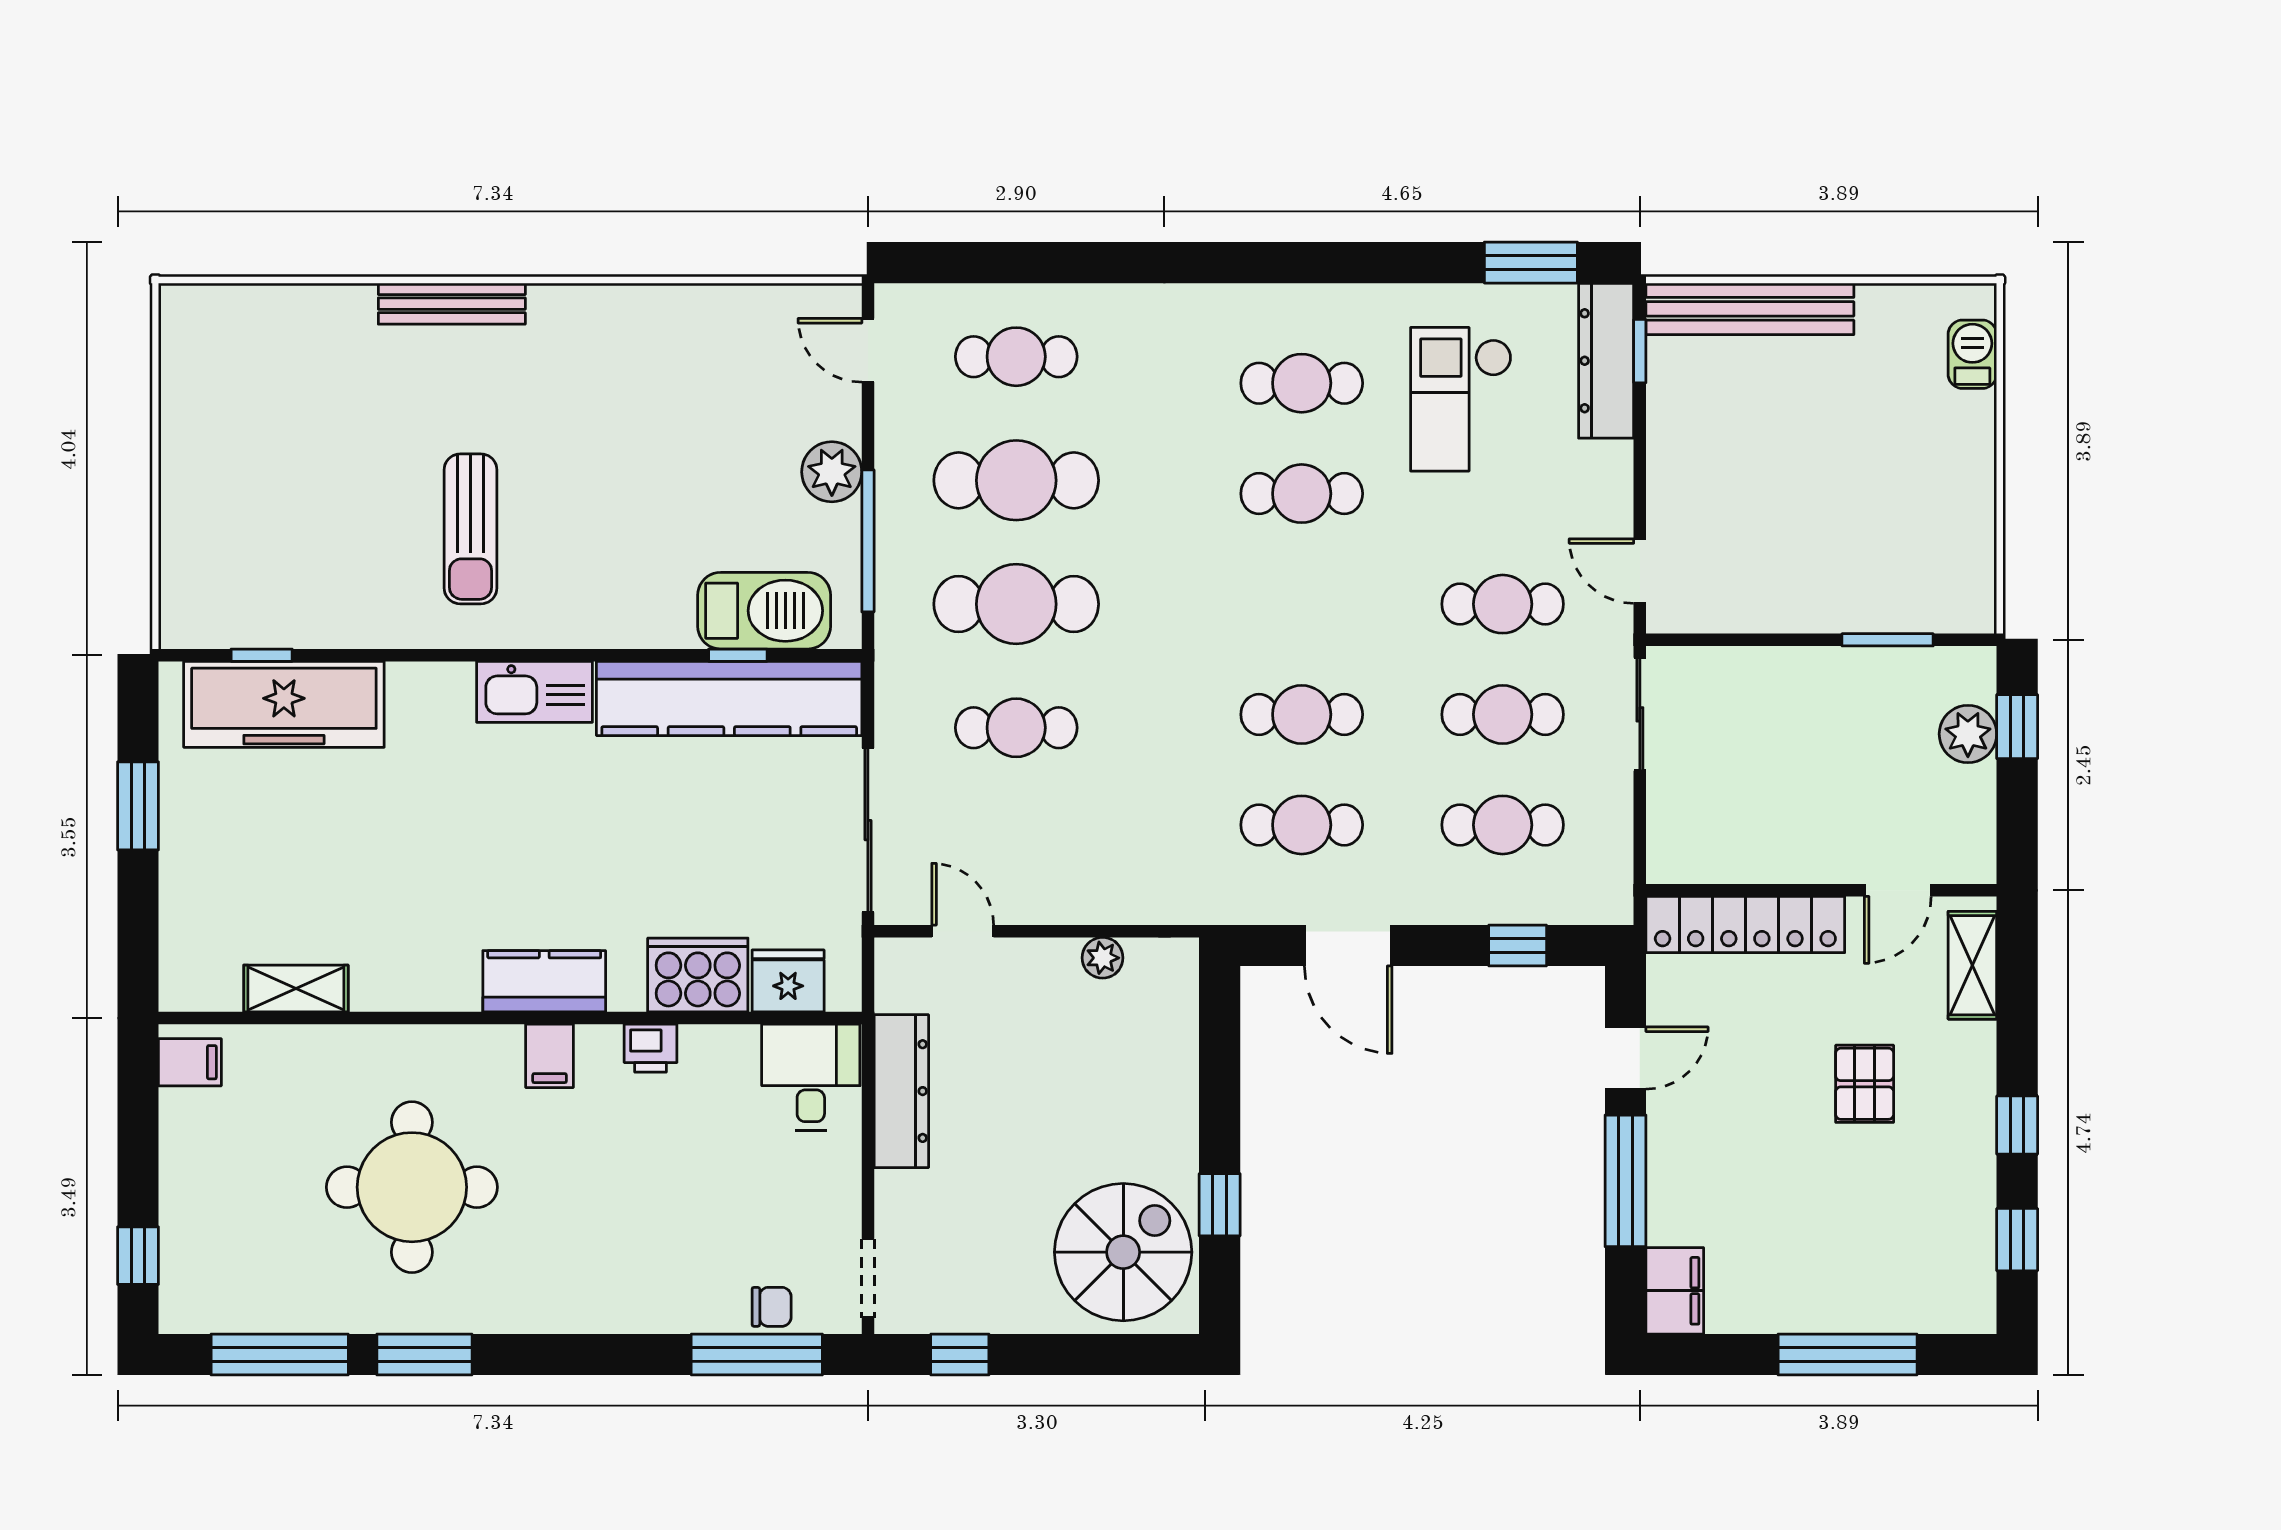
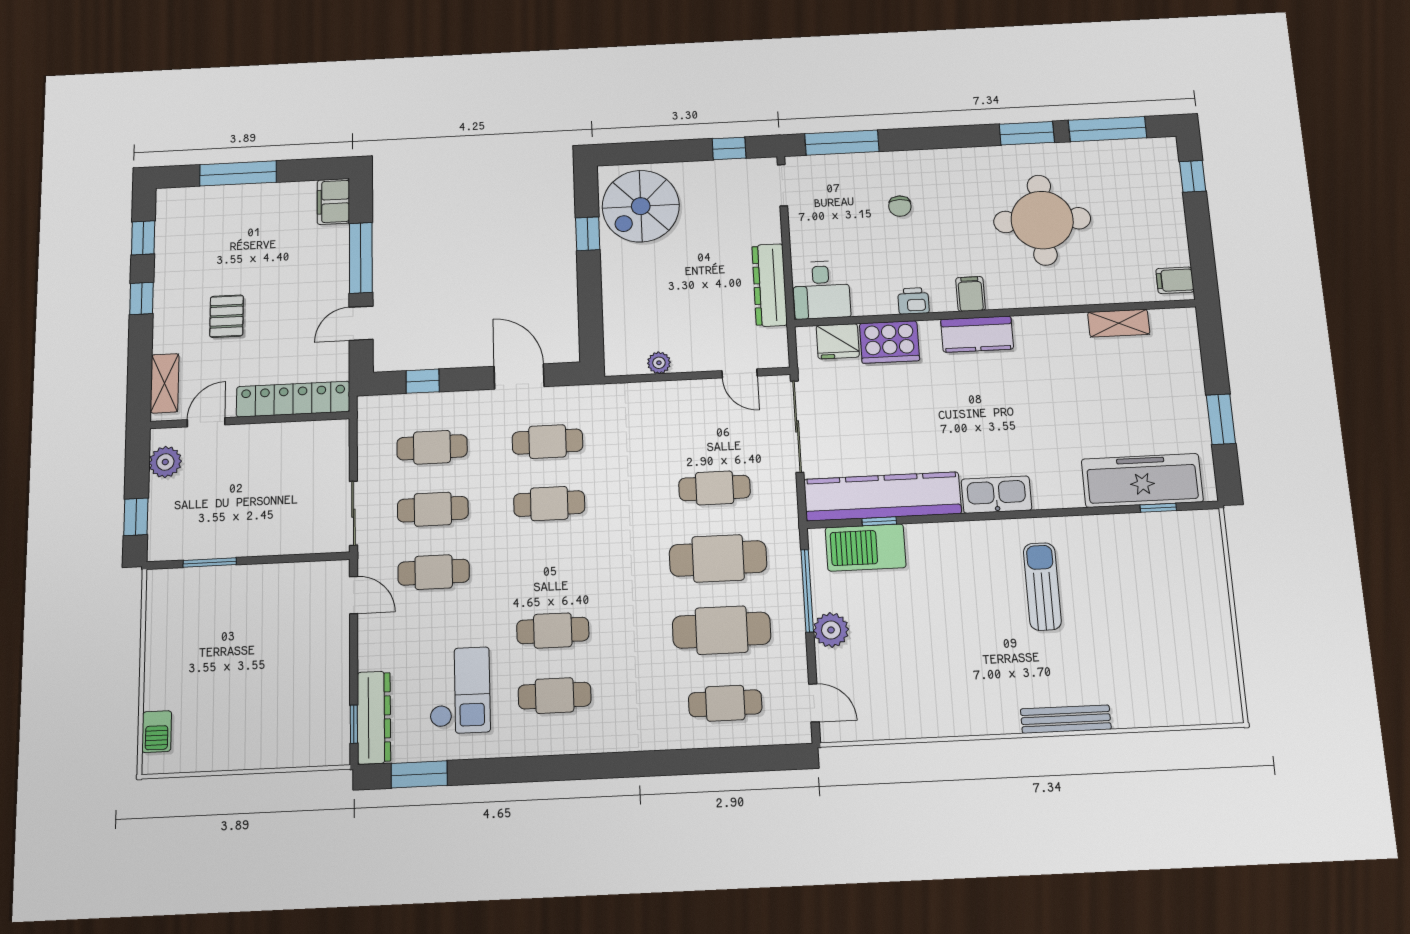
bench: (1750, 309) -> (288, 753), removed
plant: (1968, 734) -> (165, 462), moved
chair: (772, 1307) -> (900, 206), moved, turned -90

